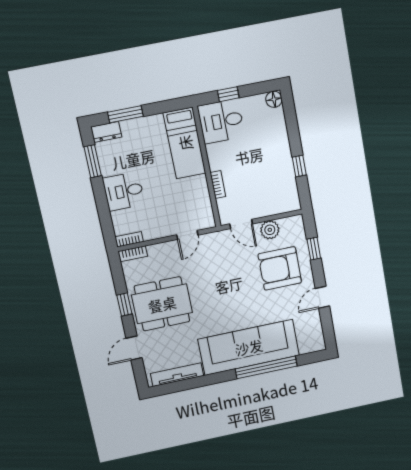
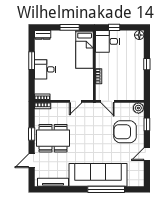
window: (125, 114) -> (70, 27), moved
window: (93, 161) -> (32, 61), moved
window: (299, 166) -> (147, 64), moved
plant: (270, 230) -> (138, 108), moved

